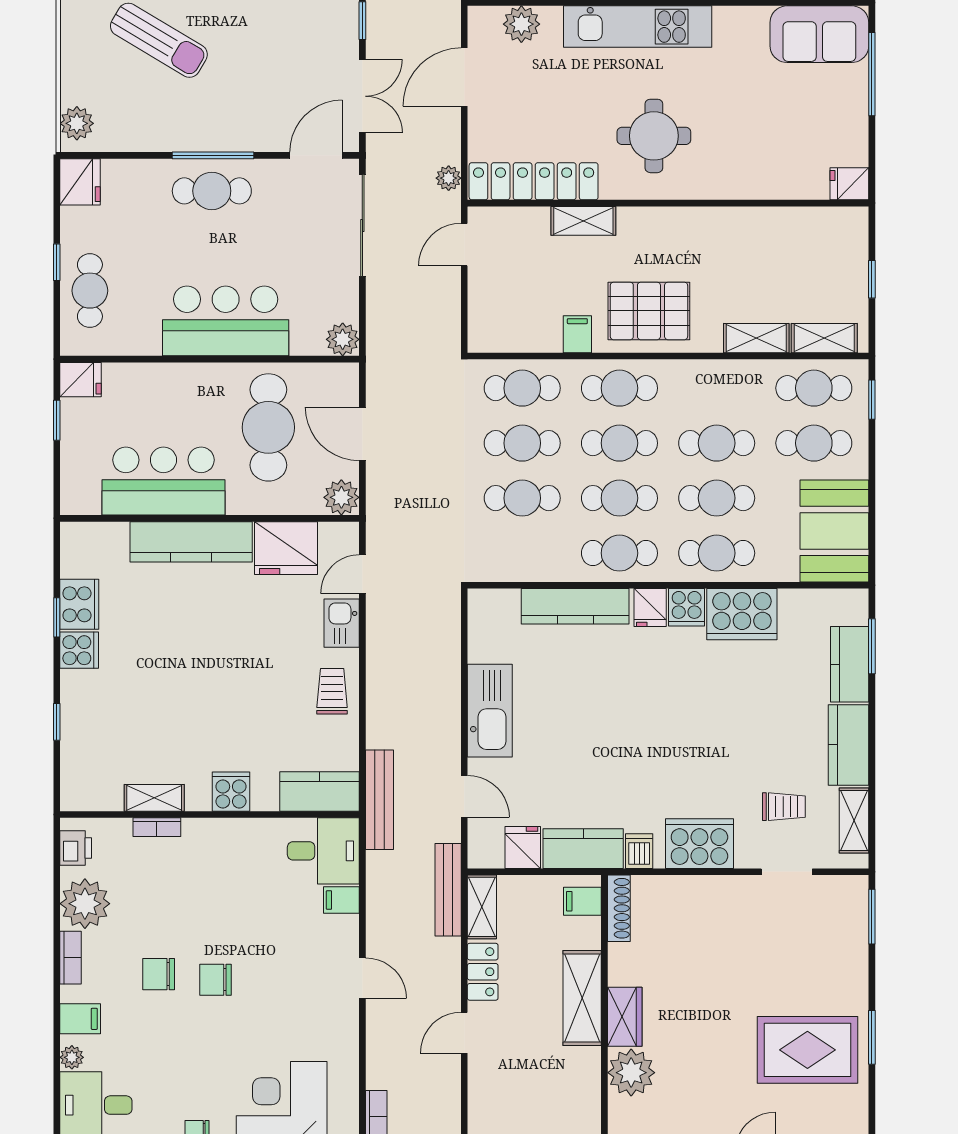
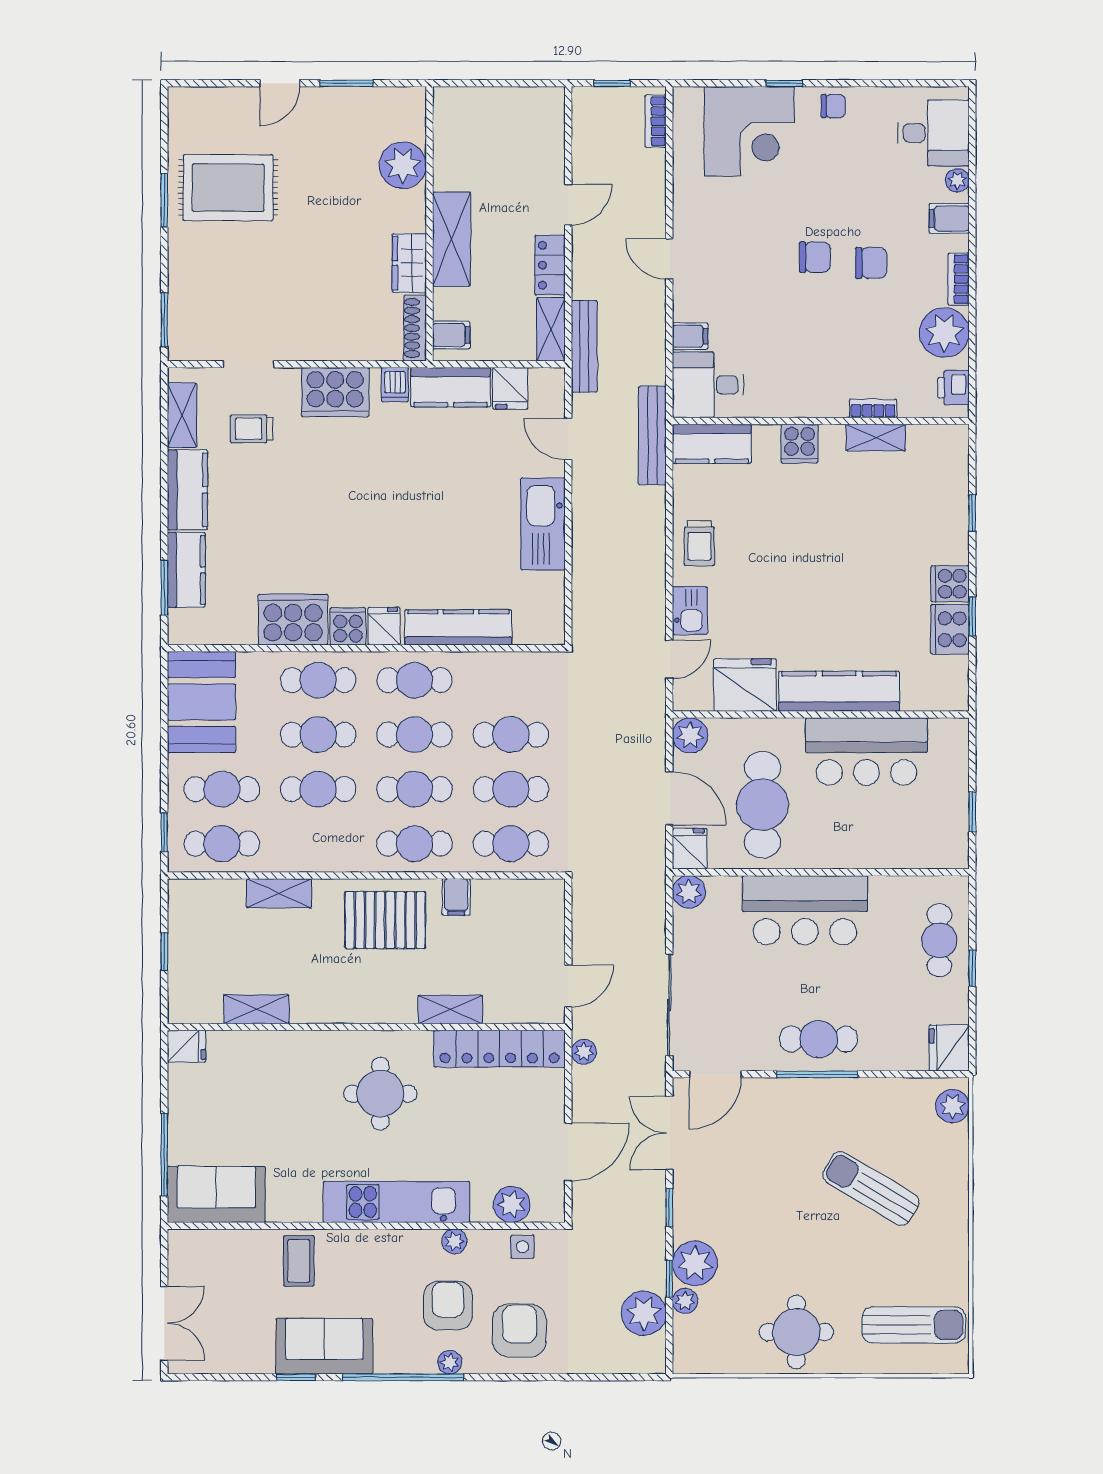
shelving: (824, 338) -> (256, 1009), moved
fridge: (81, 380) -> (690, 849), moved, turned 90
wardrobe: (625, 1017) -> (409, 263), moved

